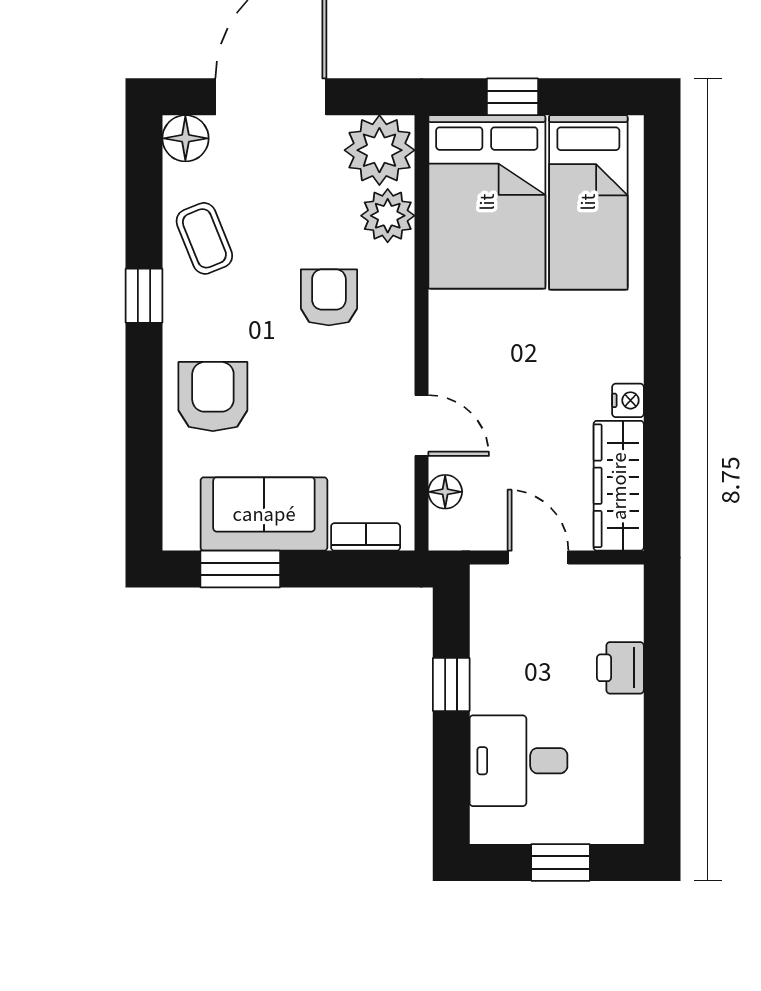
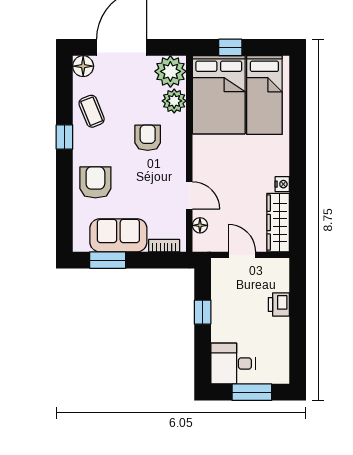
desk: (518, 761) -> (233, 363), moved
window: (560, 862) -> (252, 392), width x1.50

